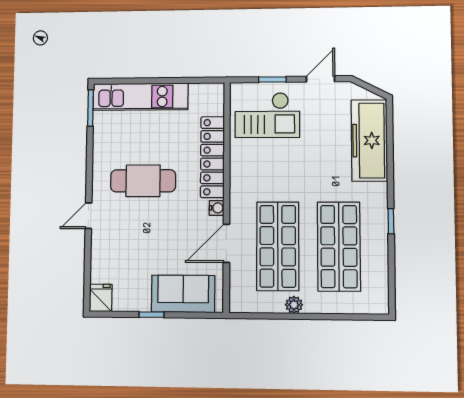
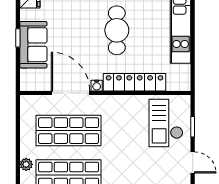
door: (226, 243) -> (71, 93), width x1.36
sofa: (183, 294) -> (33, 45), moved
plant: (294, 305) -> (26, 164), moved

